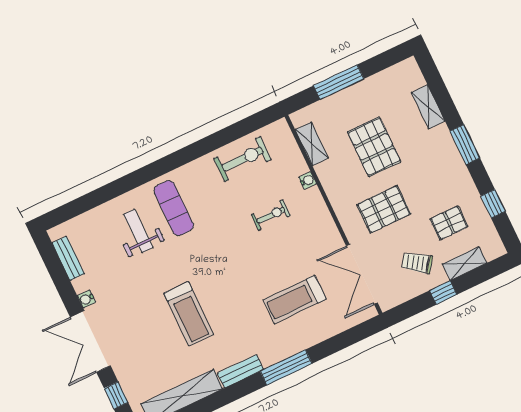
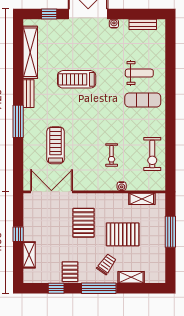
window: (465, 145) -> (99, 288), width x1.44
pallet: (449, 223) -> (70, 272), moved
trolley: (417, 263) -> (107, 264), moved

